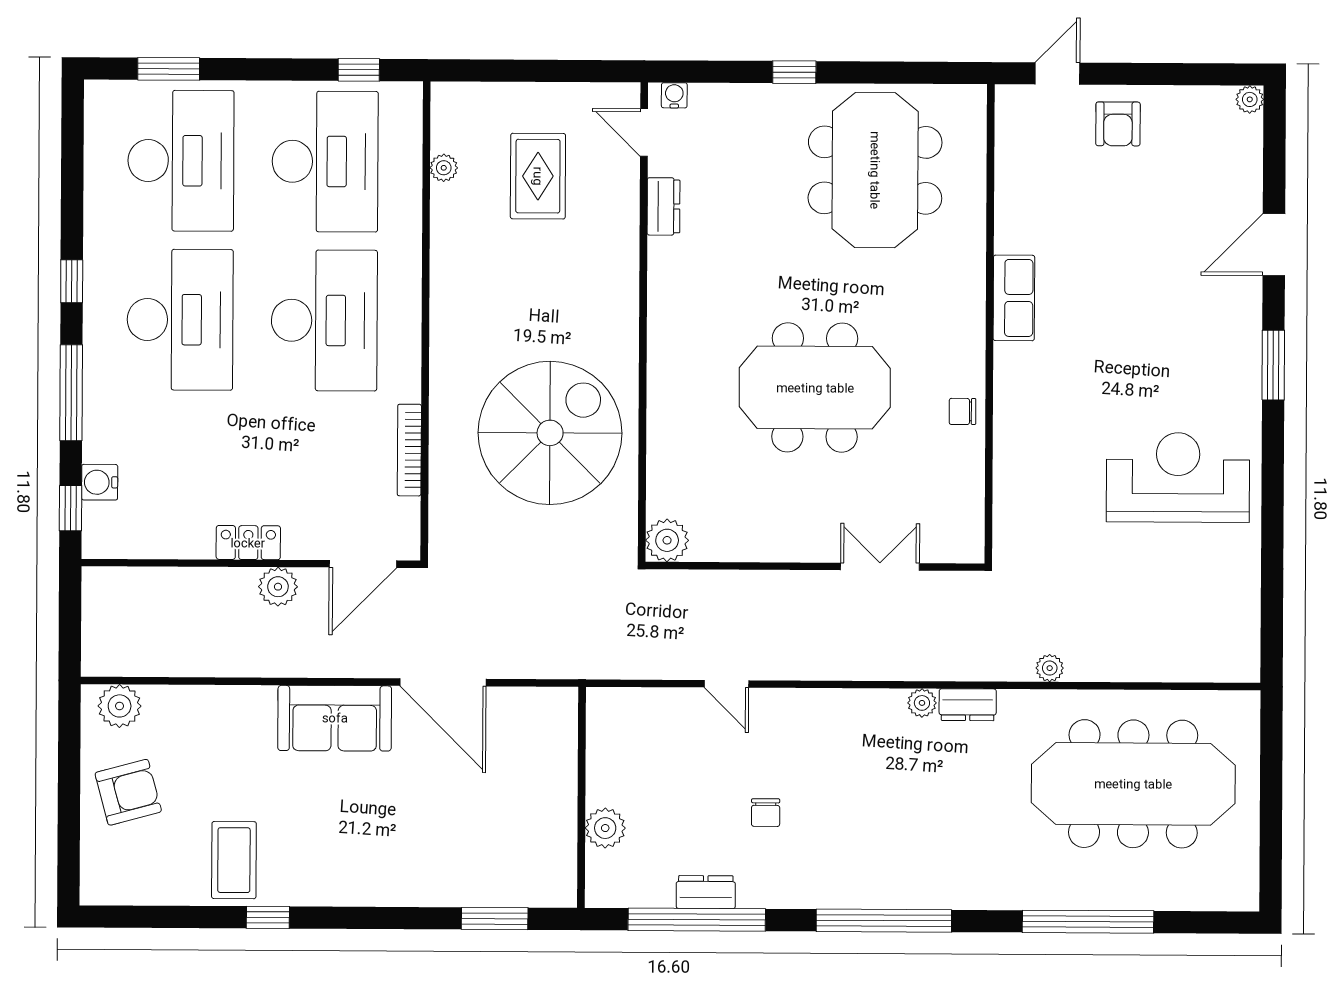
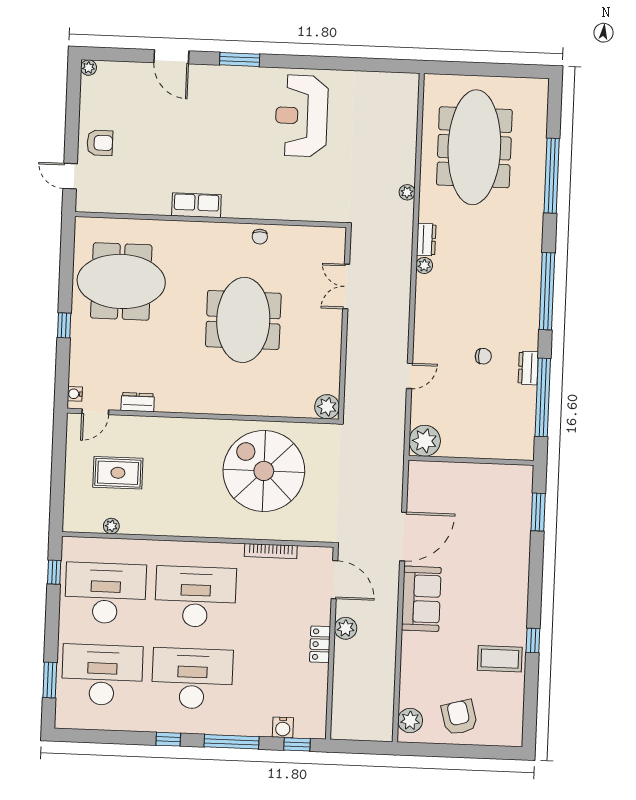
plant: (605, 828) -> (425, 441), moved, width x1.36, depth x1.36
dresser: (706, 892) -> (528, 368), moved

